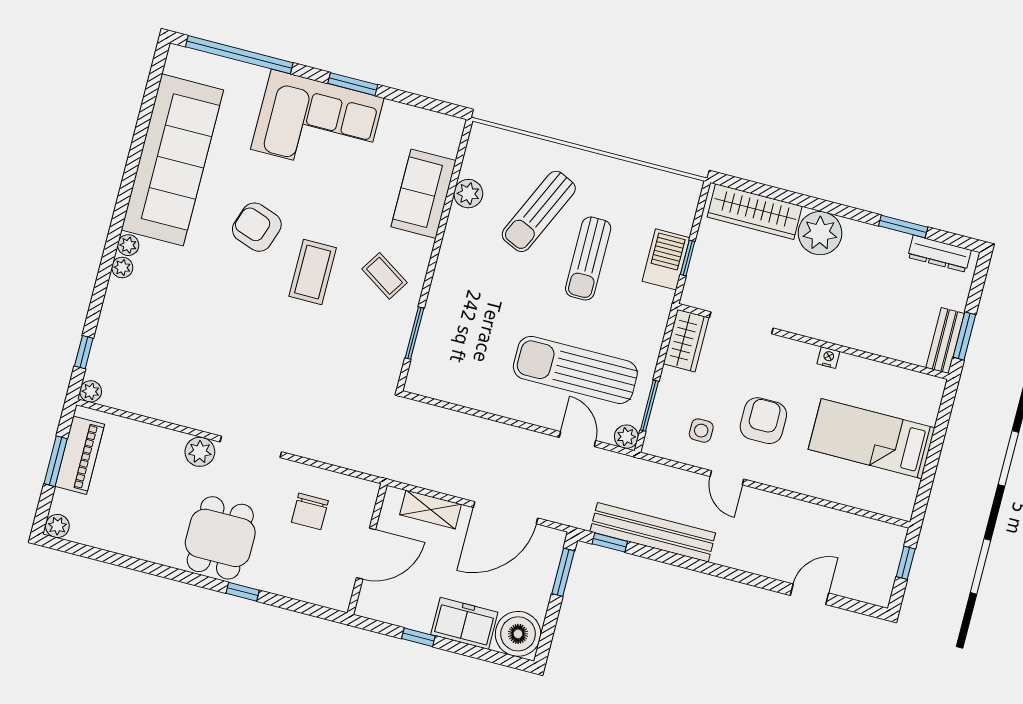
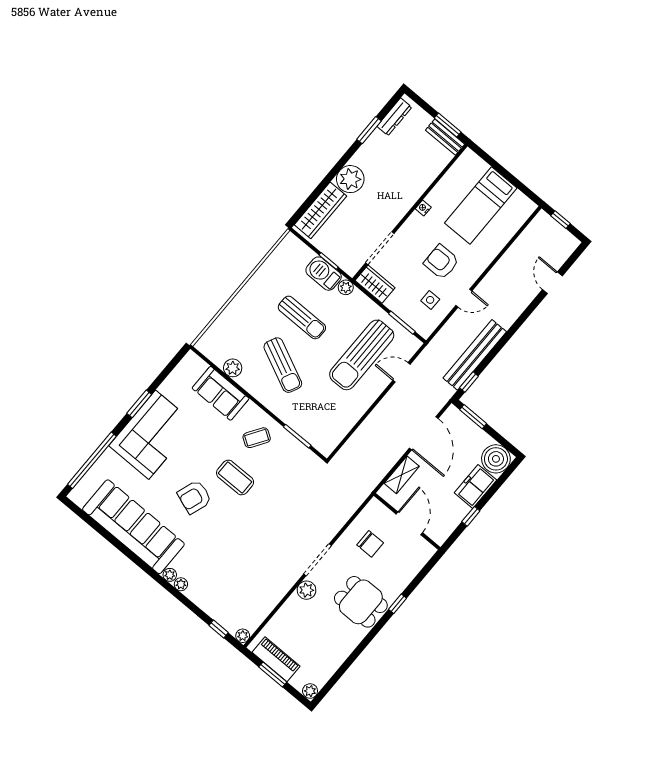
sun lounger: (539, 211) -> (283, 365), moved
plant: (626, 437) -> (346, 287), moved

